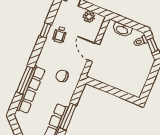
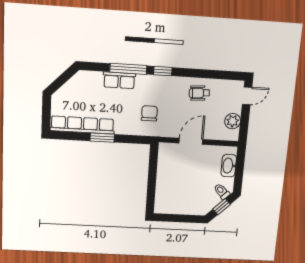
window: (45, 30) -> (163, 71), moved
row of seats: (31, 89) -> (119, 80), width x0.50
window: (68, 116) -> (102, 138), width x0.69

